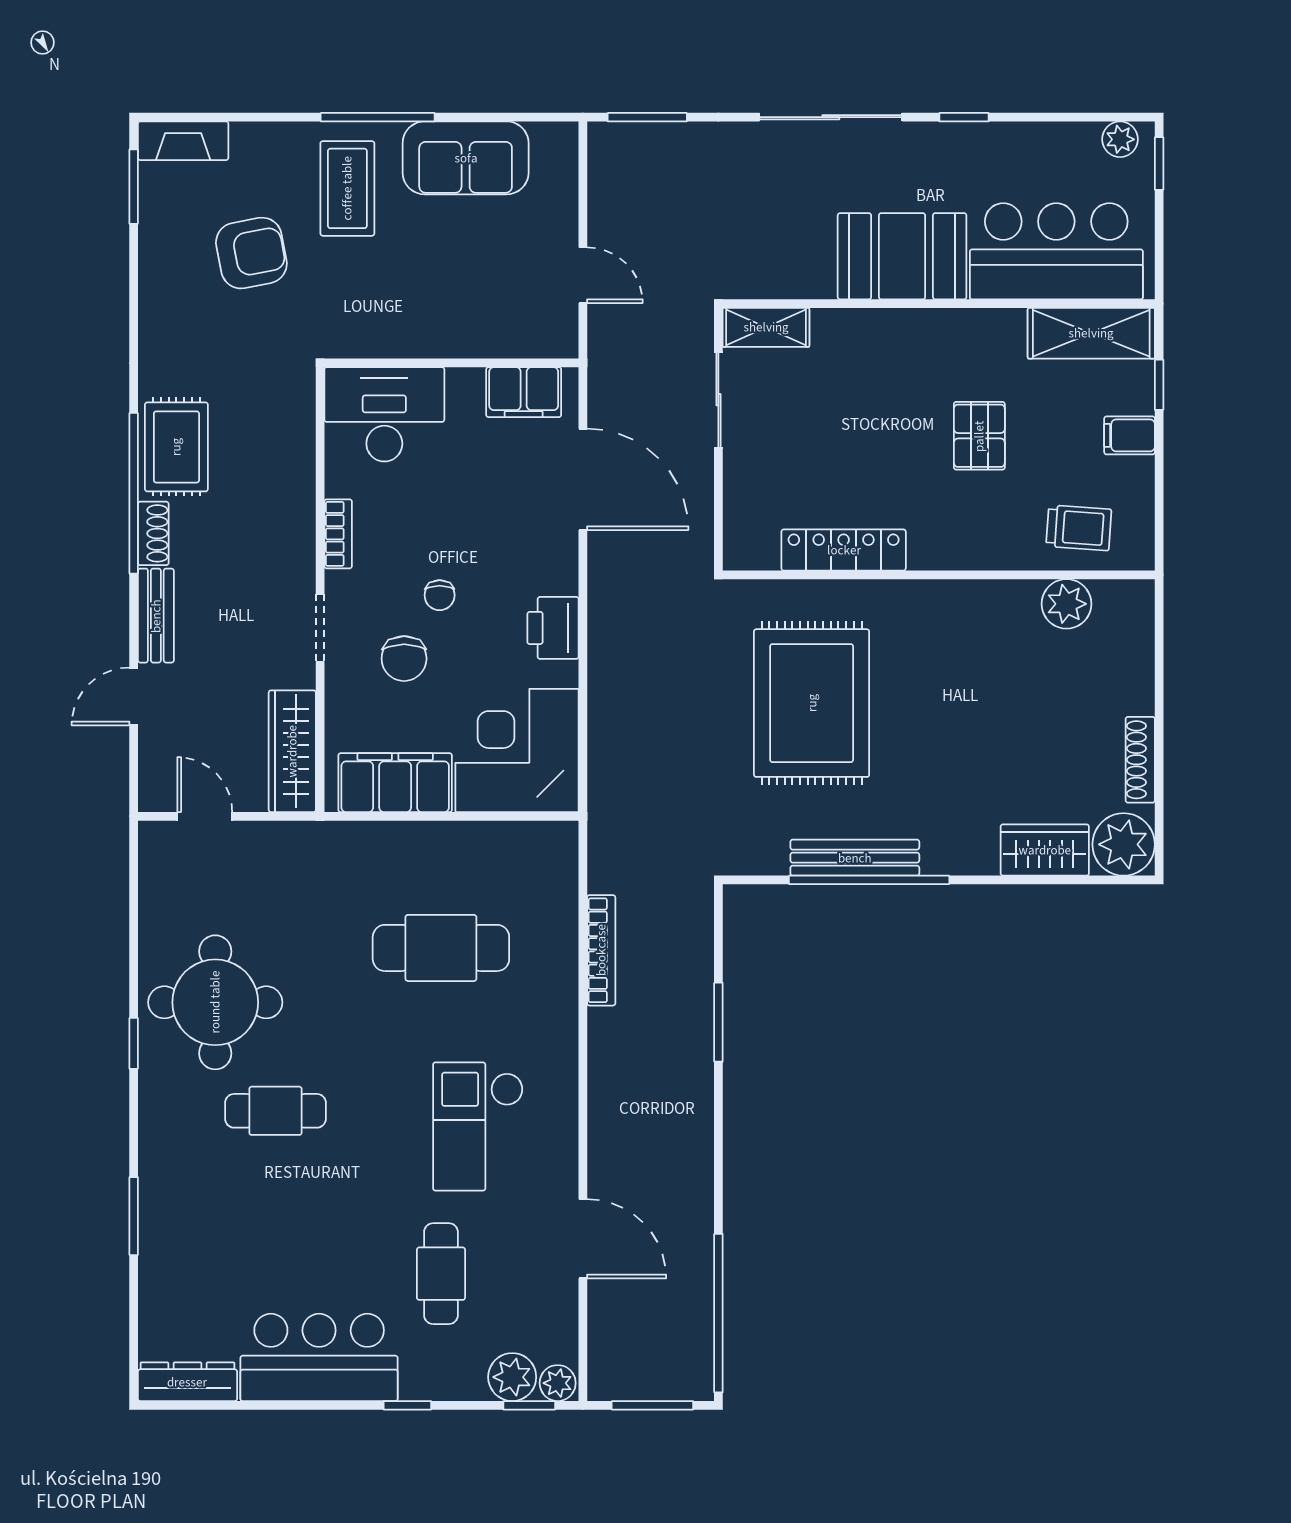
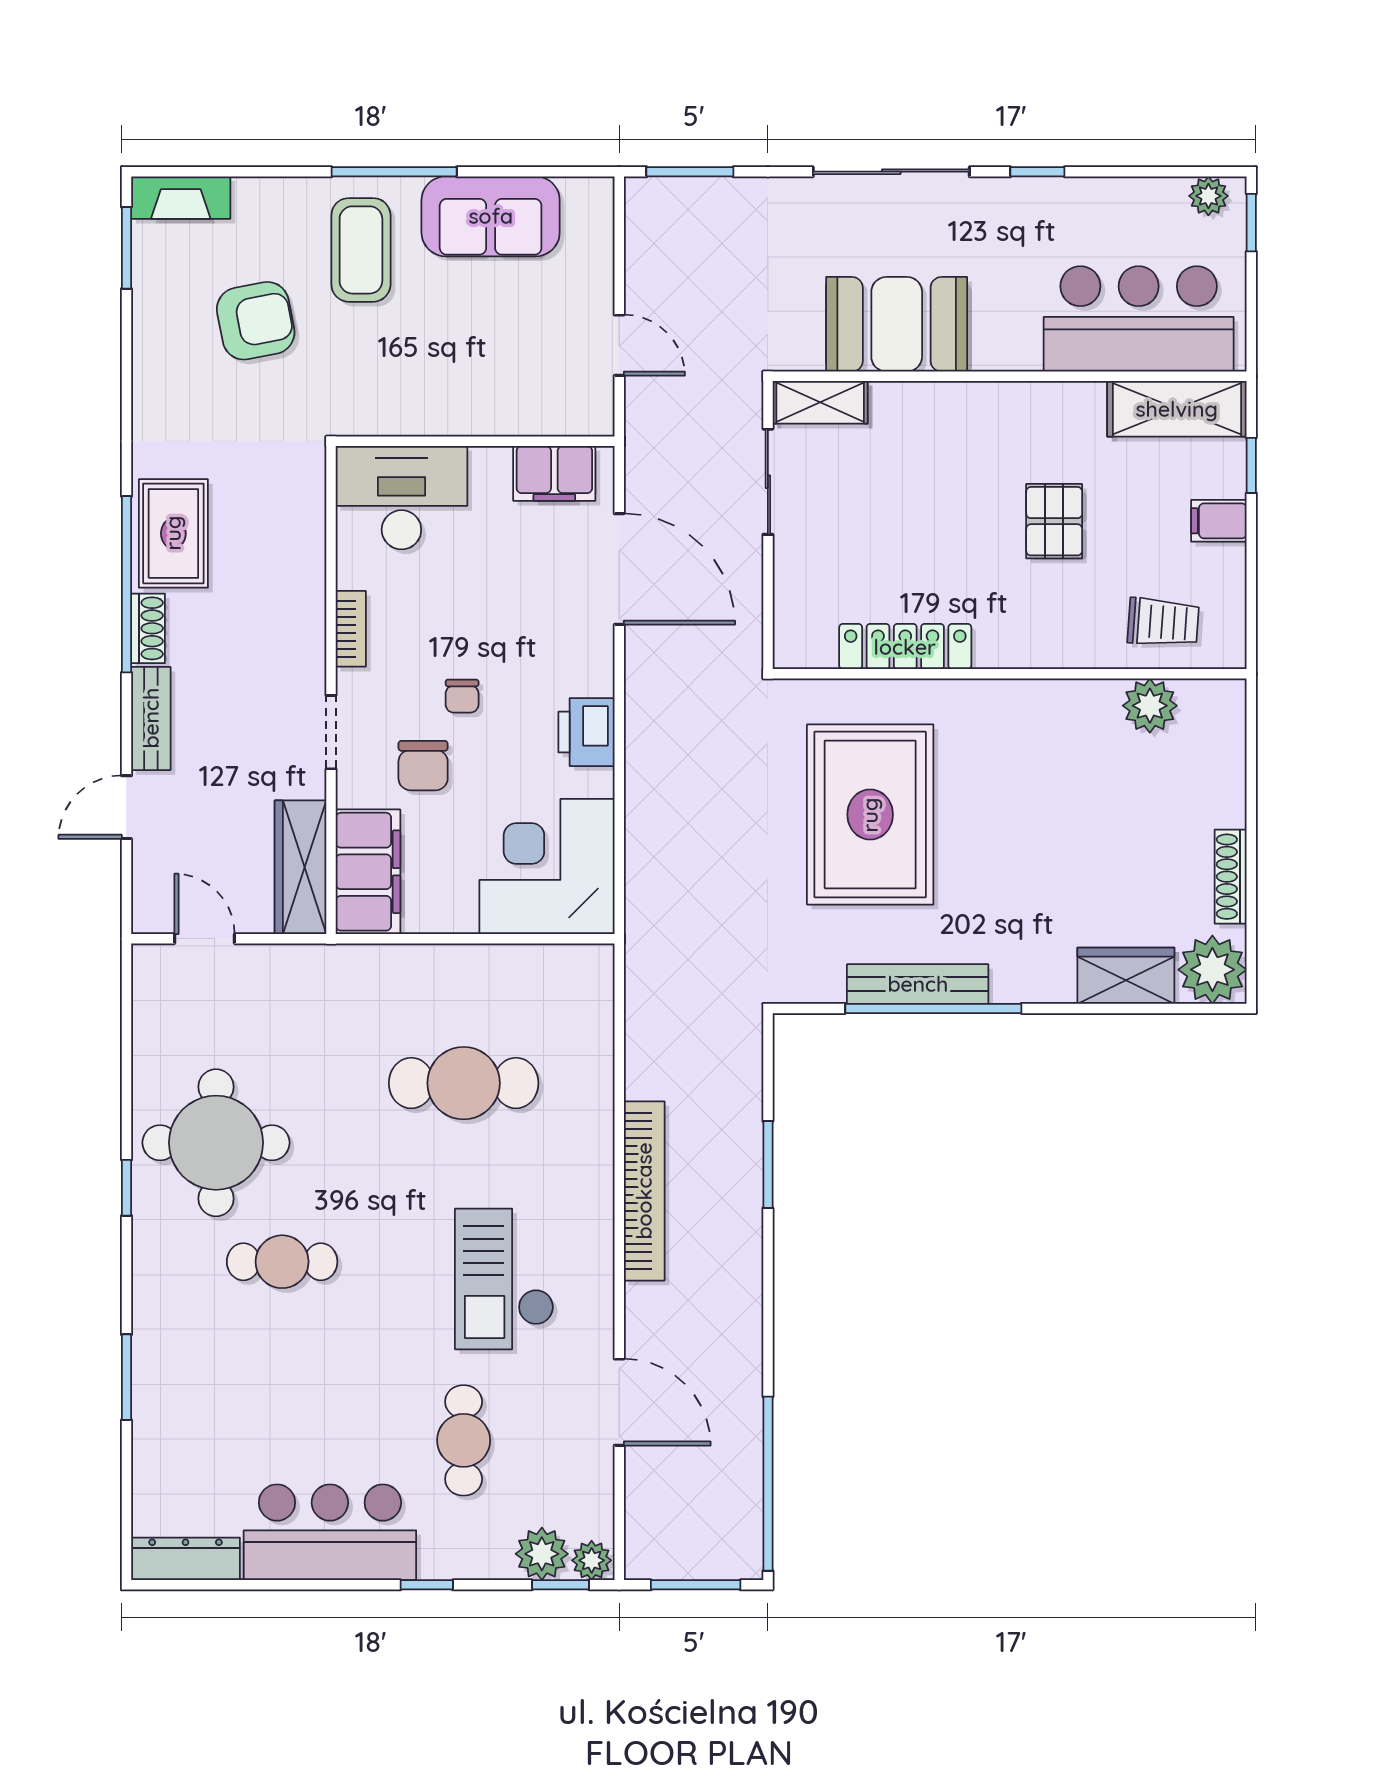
booth: (902, 256) -> (897, 324), moved
filing cabinet: (395, 783) -> (368, 872), moved, turned 90
bookcase: (601, 950) -> (644, 1191), moved, width x1.48, depth x1.31

